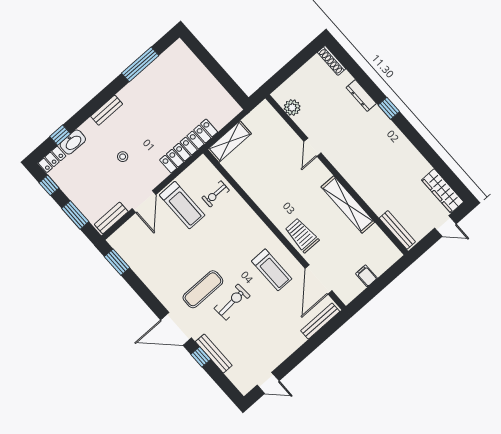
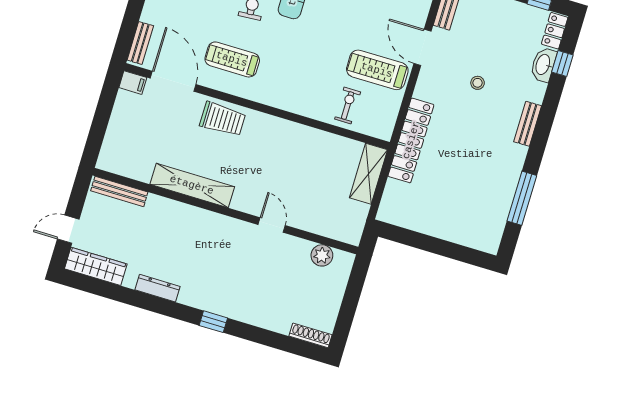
dresser: (361, 96) -> (158, 288), moved
filing cabinet: (366, 276) -> (133, 83), moved
bench: (320, 321) -> (140, 43), width x0.73

